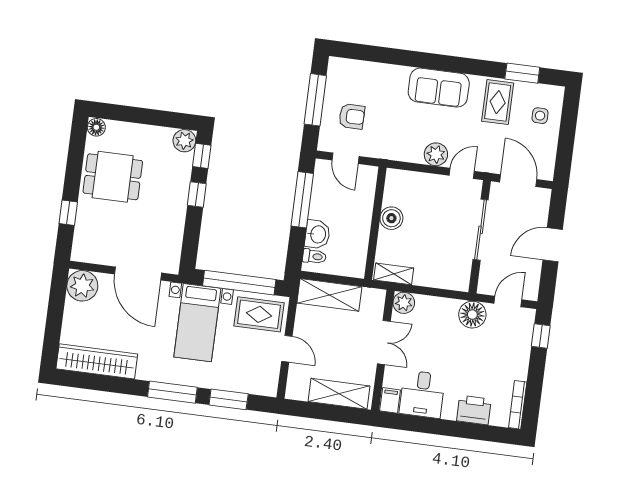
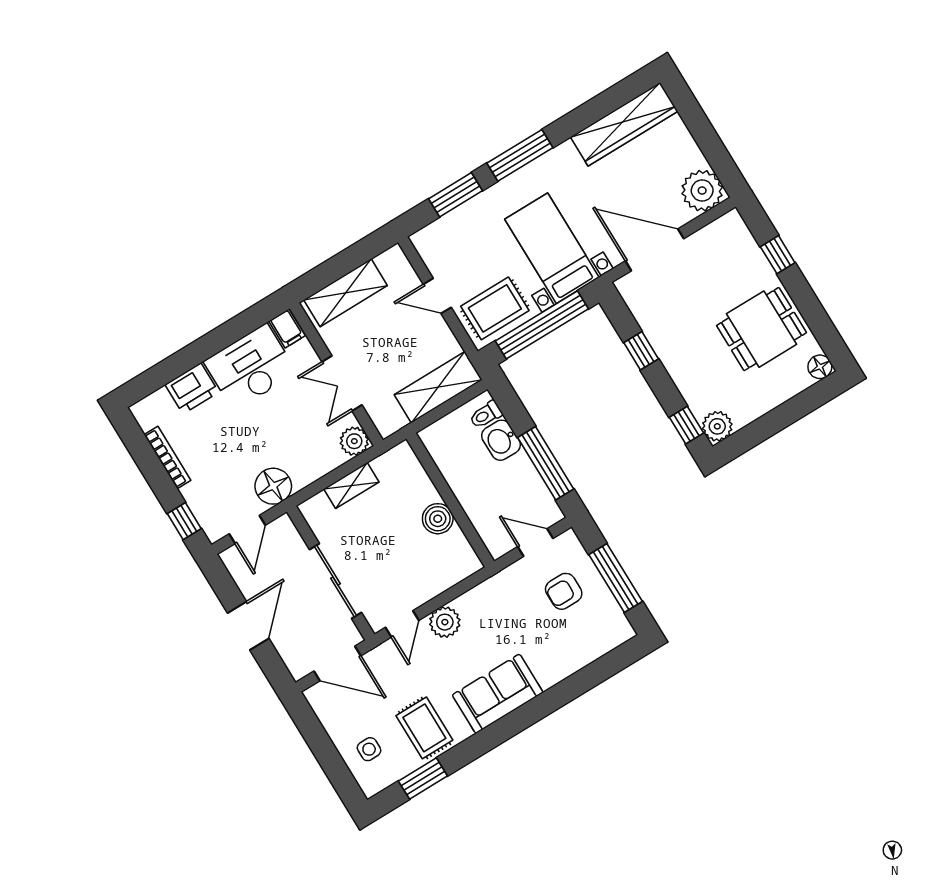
window: (197, 195) -> (641, 351), moved
shelving: (394, 274) -> (351, 485), moved
desk: (422, 394) -> (250, 367), width x1.37
bookcase: (518, 405) -> (167, 457), moved

